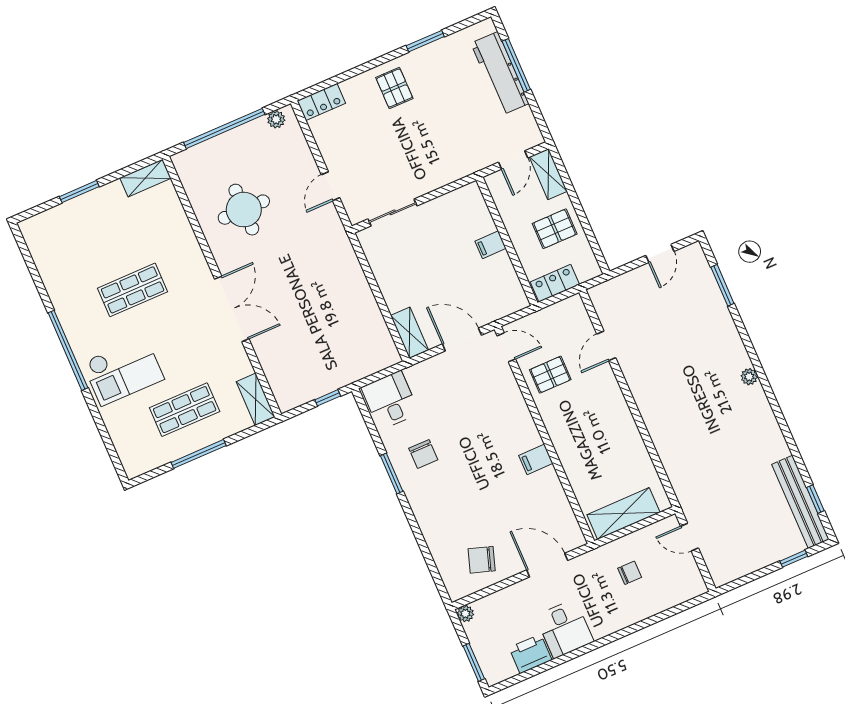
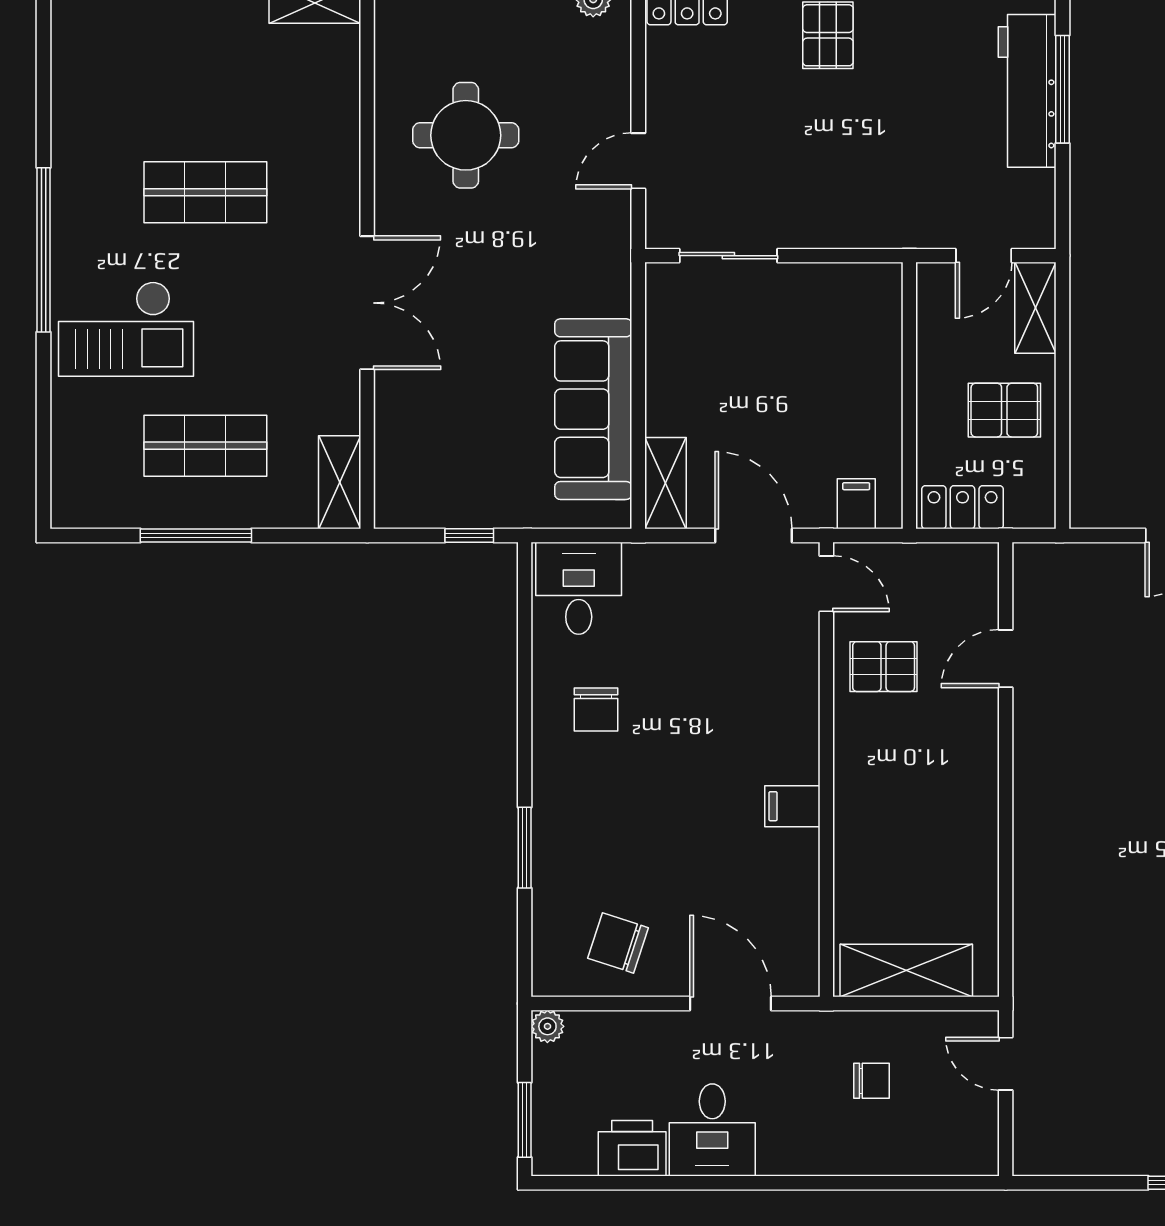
filing cabinet: (490, 245) -> (856, 504), moved, turned 90
sofa: (360, 313) -> (593, 409), added
window: (392, 473) -> (525, 848), moved

